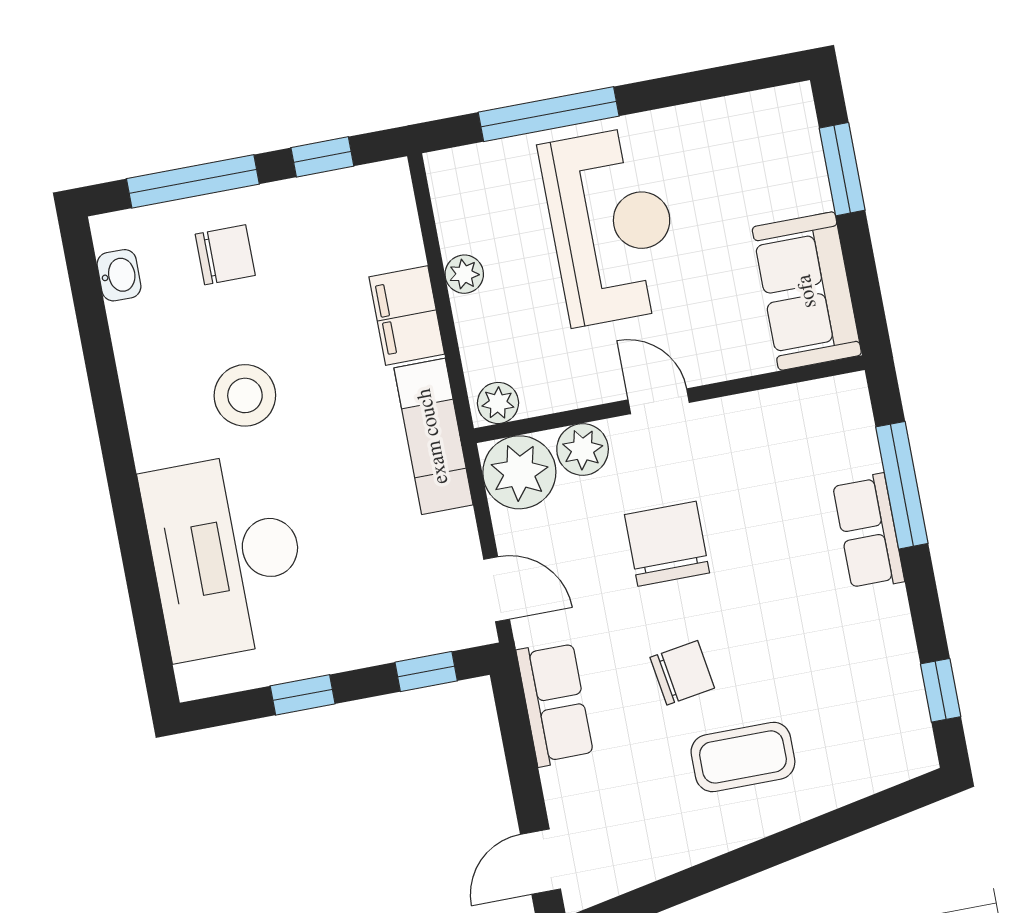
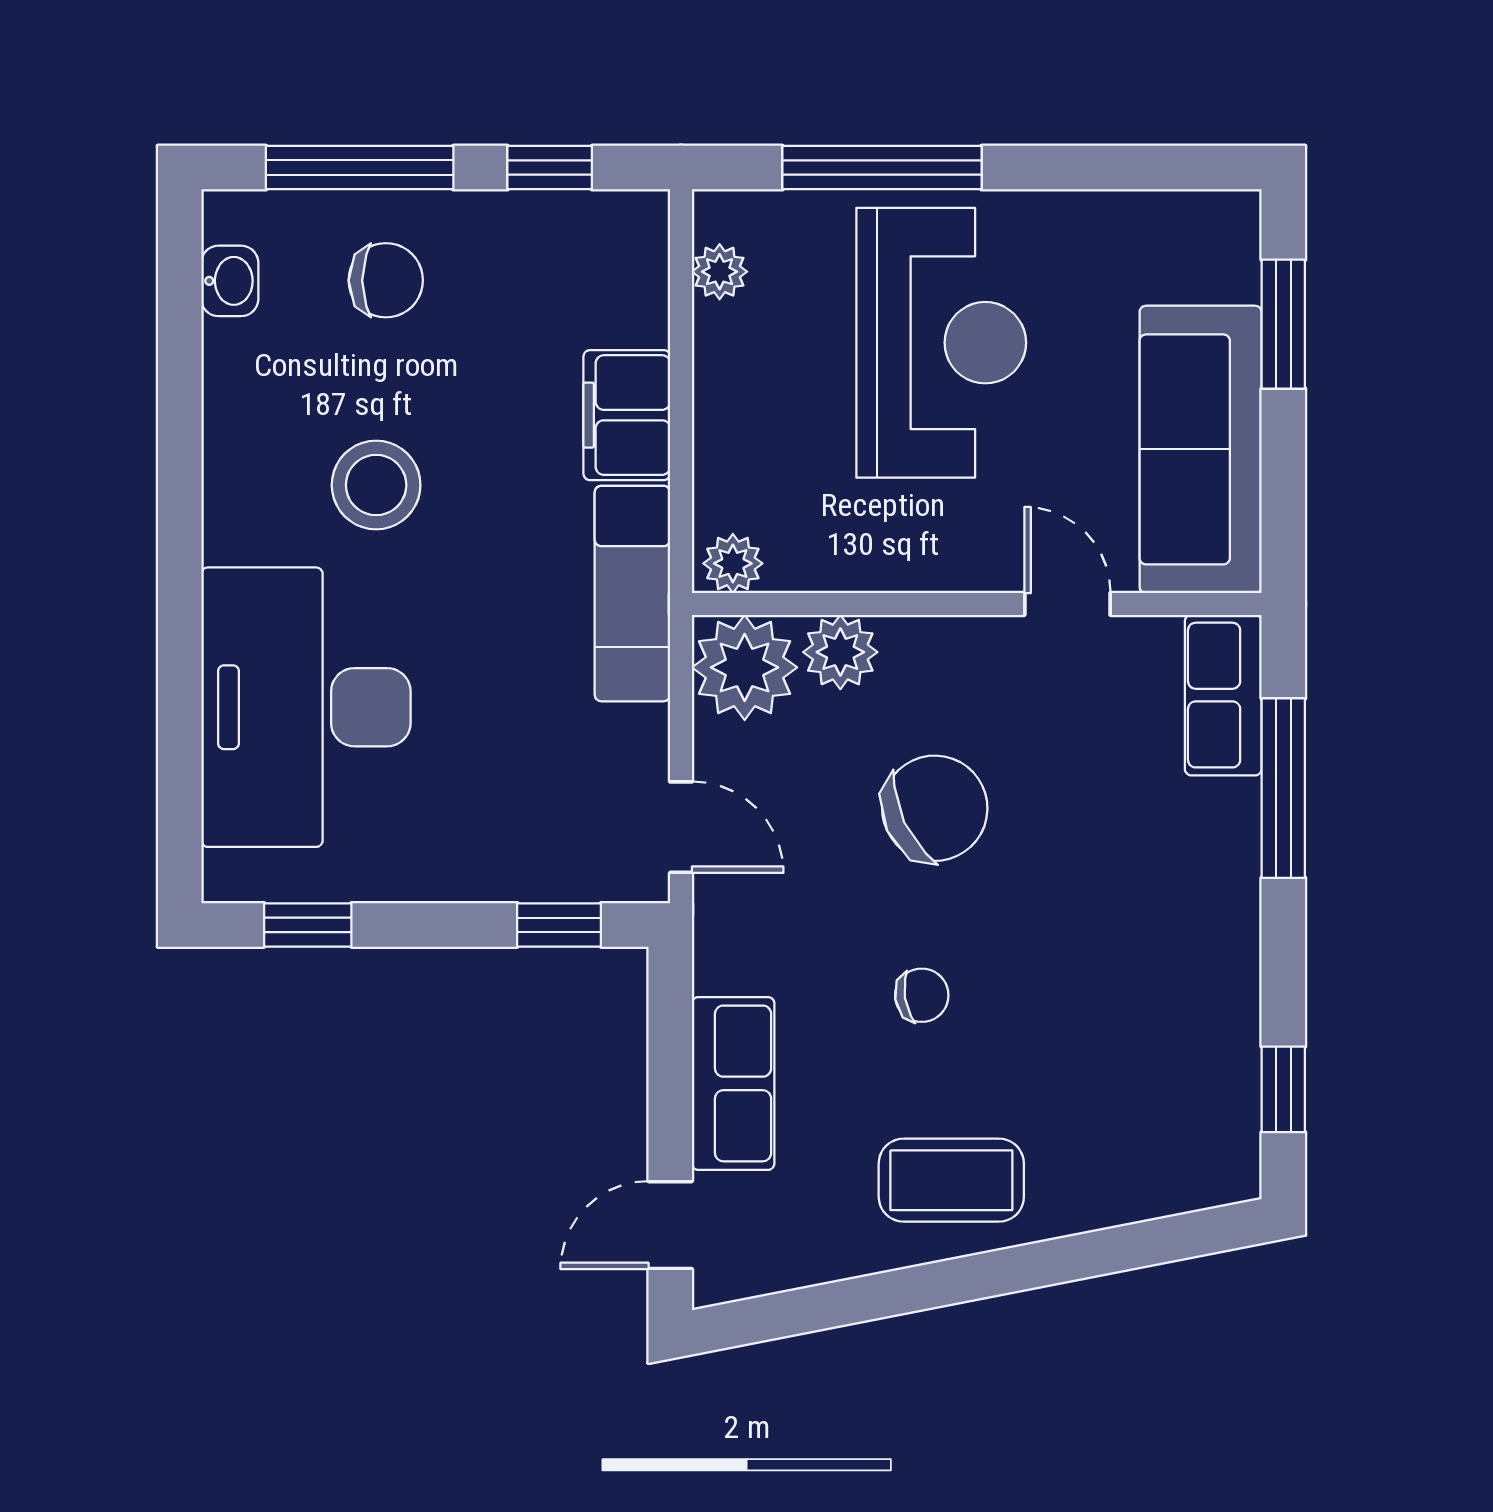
plant: (464, 274) -> (720, 272), moved
sofa: (807, 291) -> (1201, 449), width x1.36
door: (659, 401) -> (1067, 604), moved
row of seats: (868, 532) -> (1223, 695), moved
chair: (667, 544) -> (935, 808), turned 65
chair: (682, 673) -> (922, 995), width x0.73, depth x0.73
window: (303, 695) -> (308, 925), moved
row of seats: (555, 703) -> (733, 1083), moved
coffee table: (743, 757) -> (951, 1180), moved

